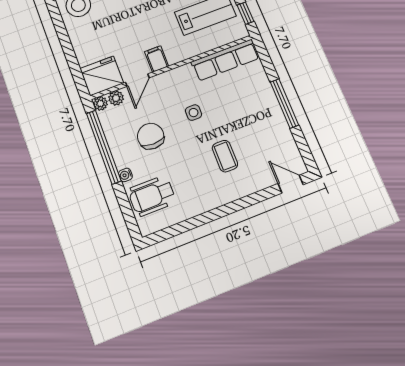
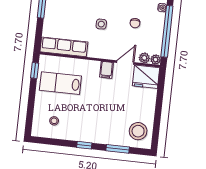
chair: (151, 136) -> (135, 23), width x0.54, depth x0.54

